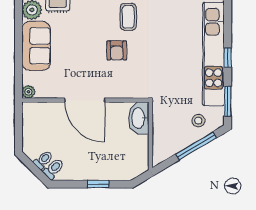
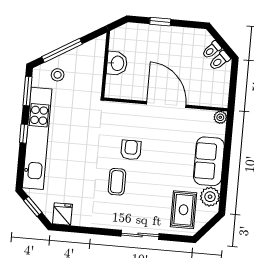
washbasin: (139, 118) -> (117, 63), moved, width x0.72
toilet: (54, 169) -> (219, 61), moved

